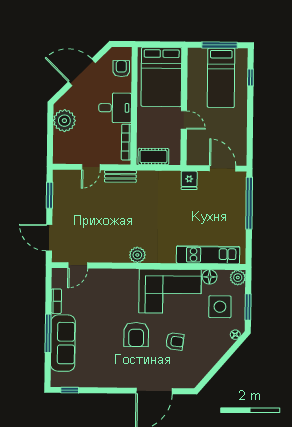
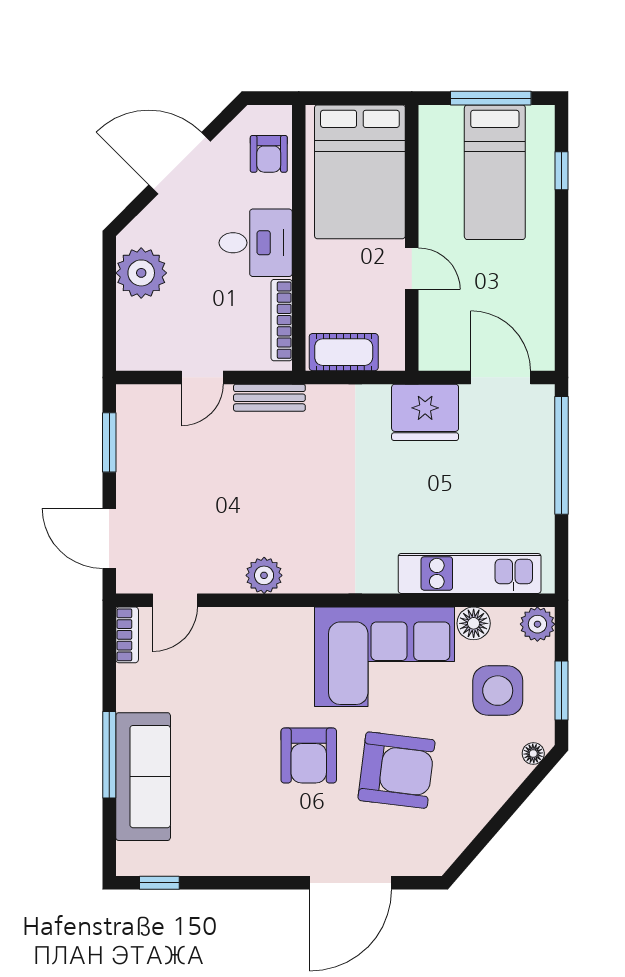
armchair: (121, 69) -> (269, 154), turned 180
fridge: (189, 180) -> (425, 412), width x1.88, depth x1.34
plant: (137, 255) -> (264, 575), moved
bookcase: (56, 301) -> (127, 635), moved
armchair: (175, 341) -> (397, 770), width x1.88, depth x1.88

